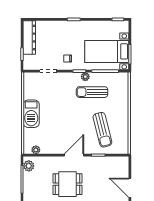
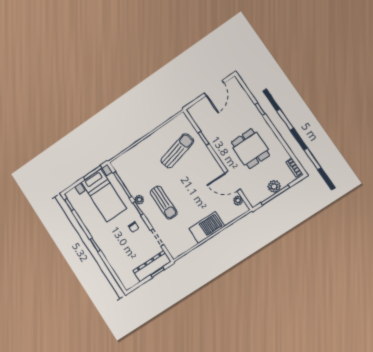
dresser: (29, 38) -> (152, 266), moved
sun lounger: (92, 92) -> (164, 203), moved
door: (74, 155) -> (232, 181), moved
plant: (29, 166) -> (274, 186), moved

